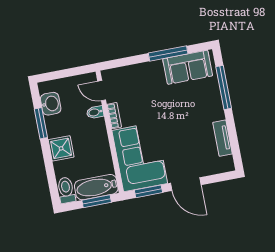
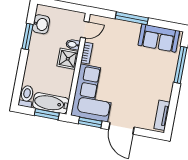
window: (168, 53) -> (132, 18), moved
door: (102, 91) -> (85, 30), swing flipped
tv unit: (223, 138) -> (162, 115), moved
shower: (61, 148) -> (68, 59), moved

